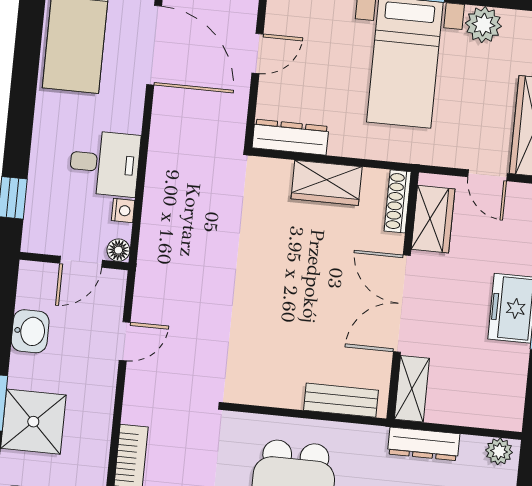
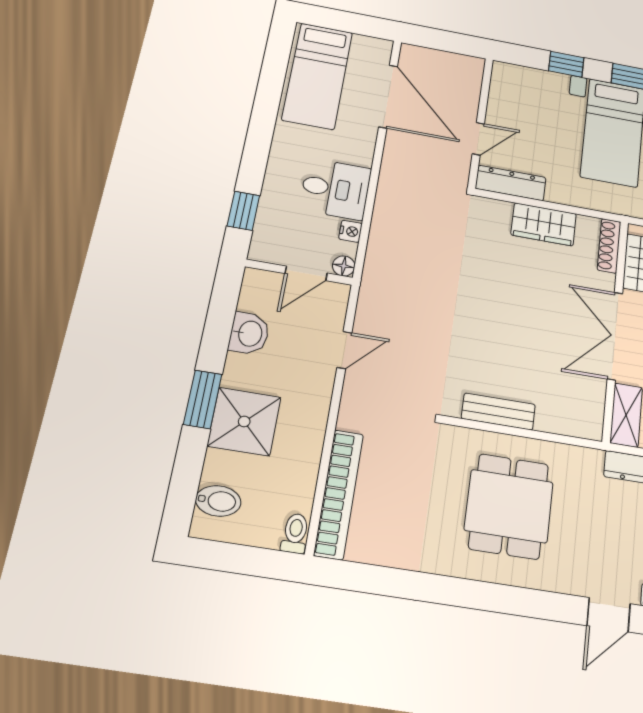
door: (258, 53) -> (478, 139), moved
bench: (341, 400) -> (498, 412), moved

